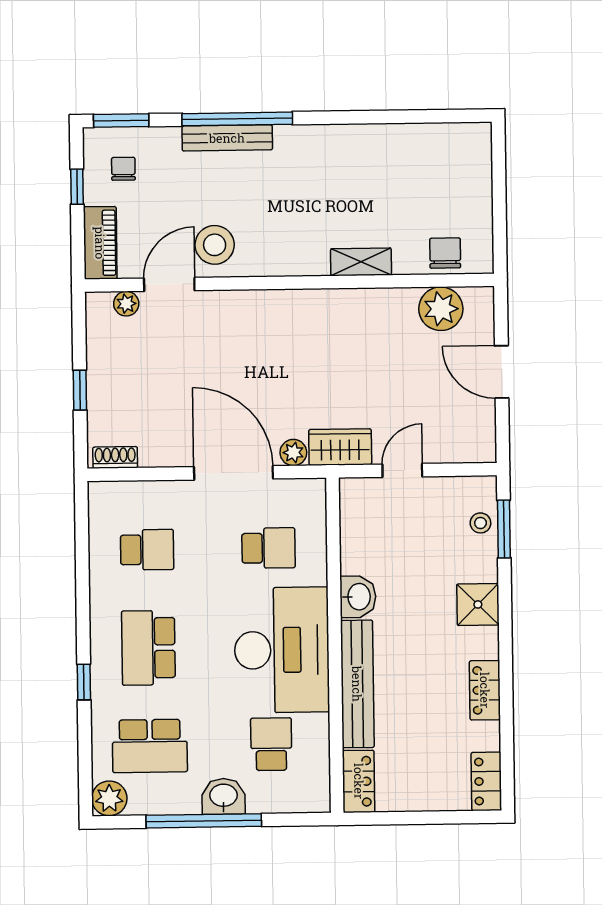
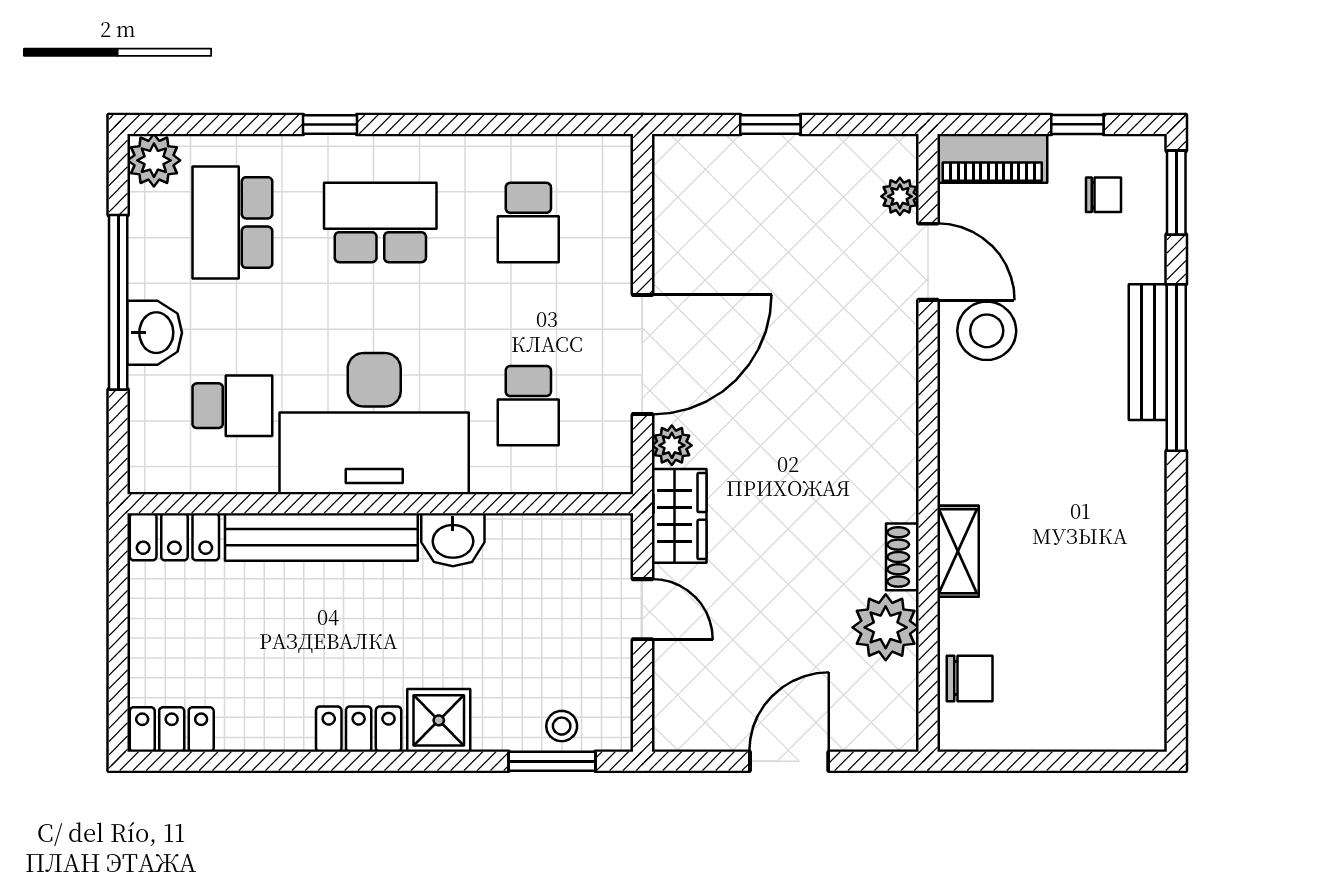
plant: (441, 309) -> (886, 627), moved
shoe rack: (115, 457) -> (902, 557), moved, turned 180
locker: (485, 690) -> (359, 729), moved

